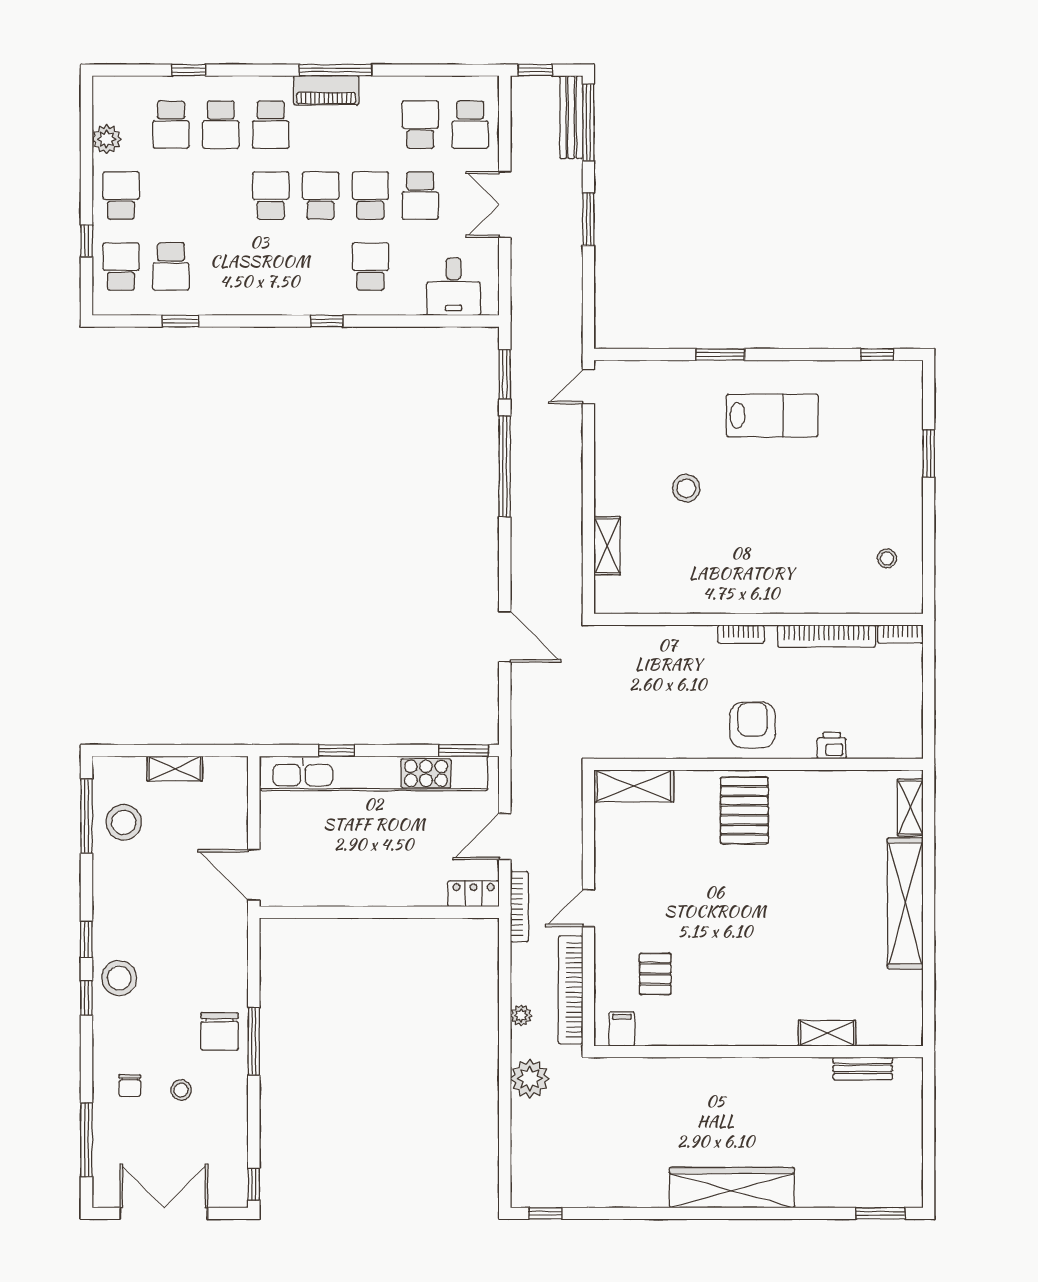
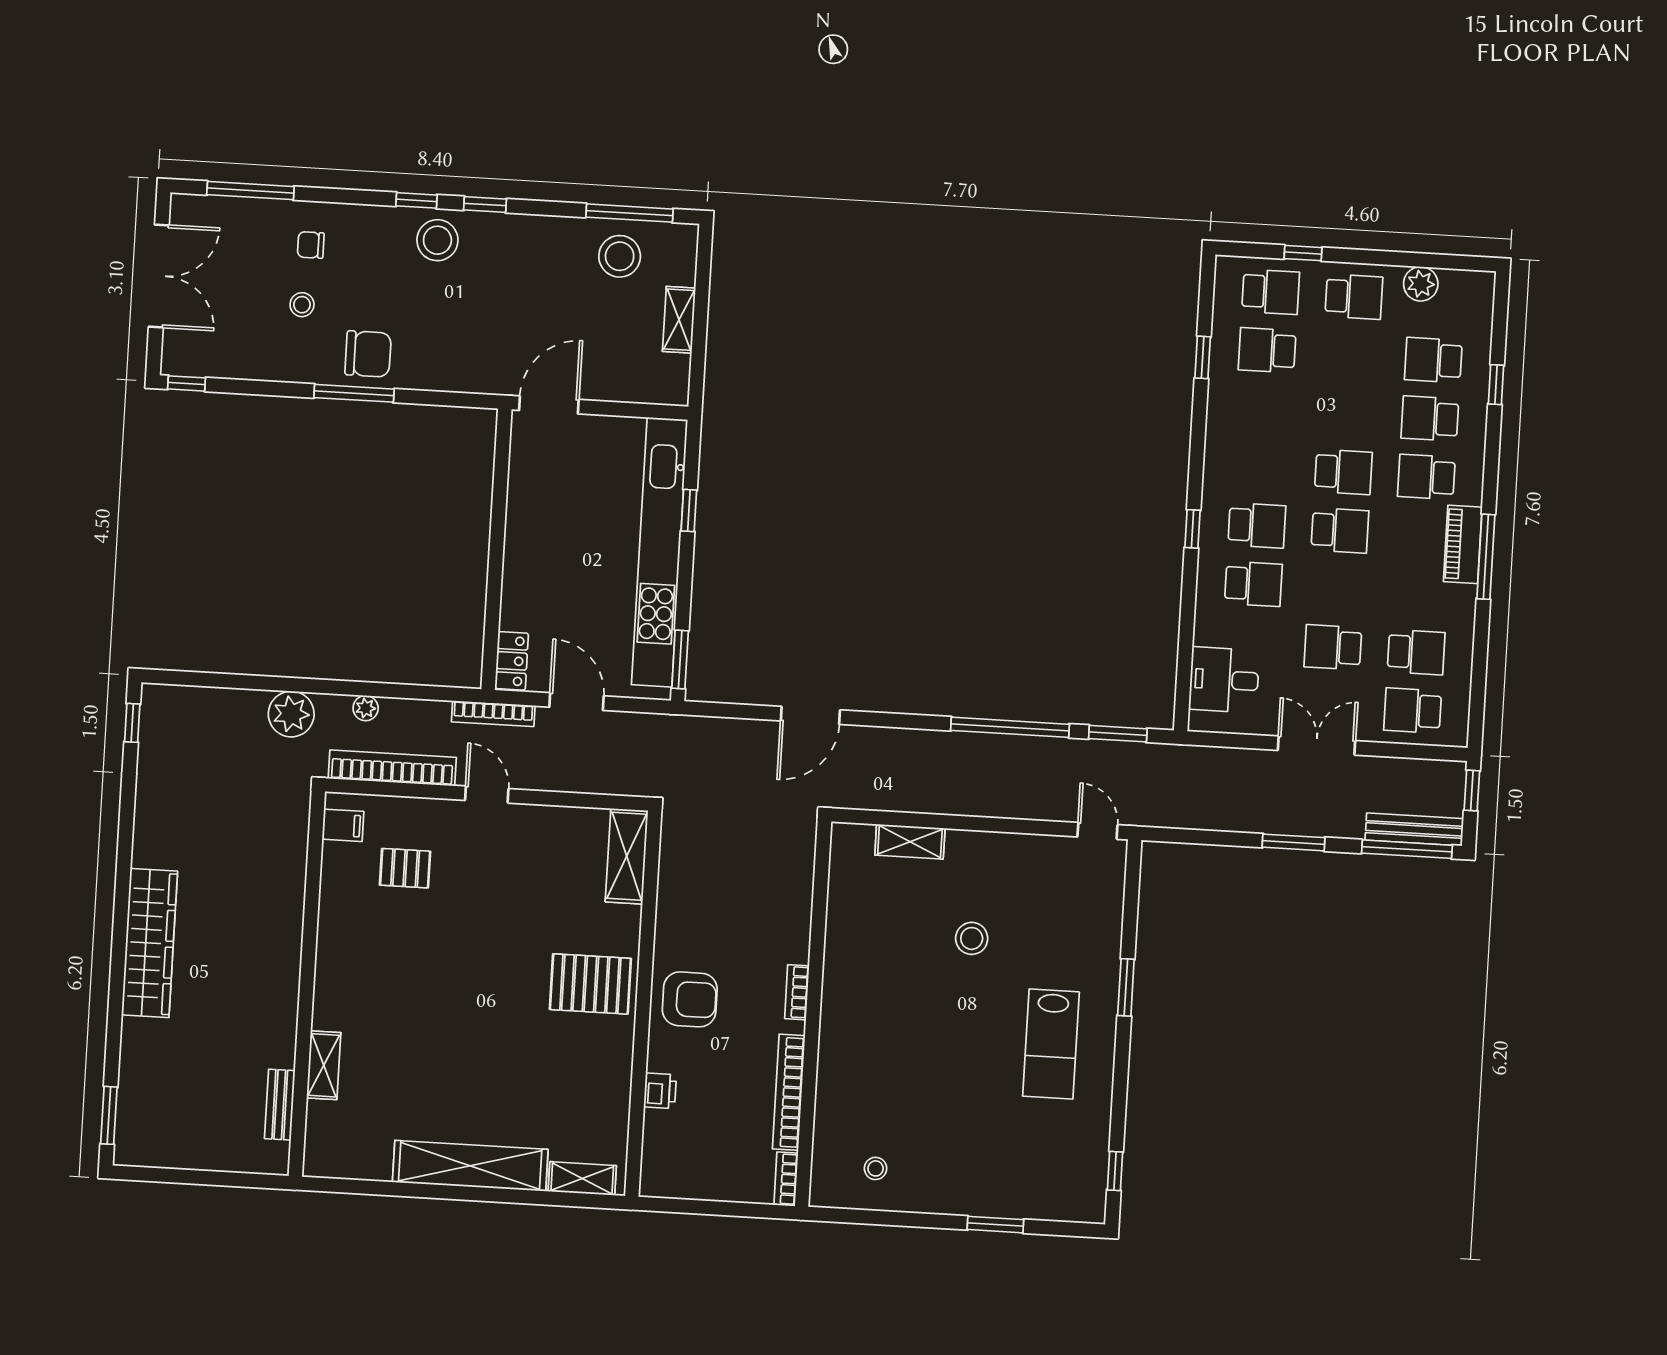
school desk: (370, 196) -> (1257, 525), moved
chair: (220, 1031) -> (368, 354), turned 180

